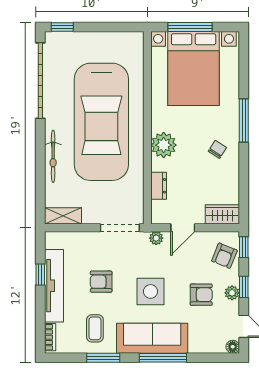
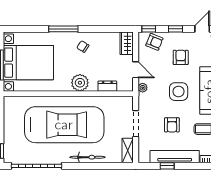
doorway: (120, 228) -> (136, 124), moved
plant: (232, 293) -> (179, 37), removed

